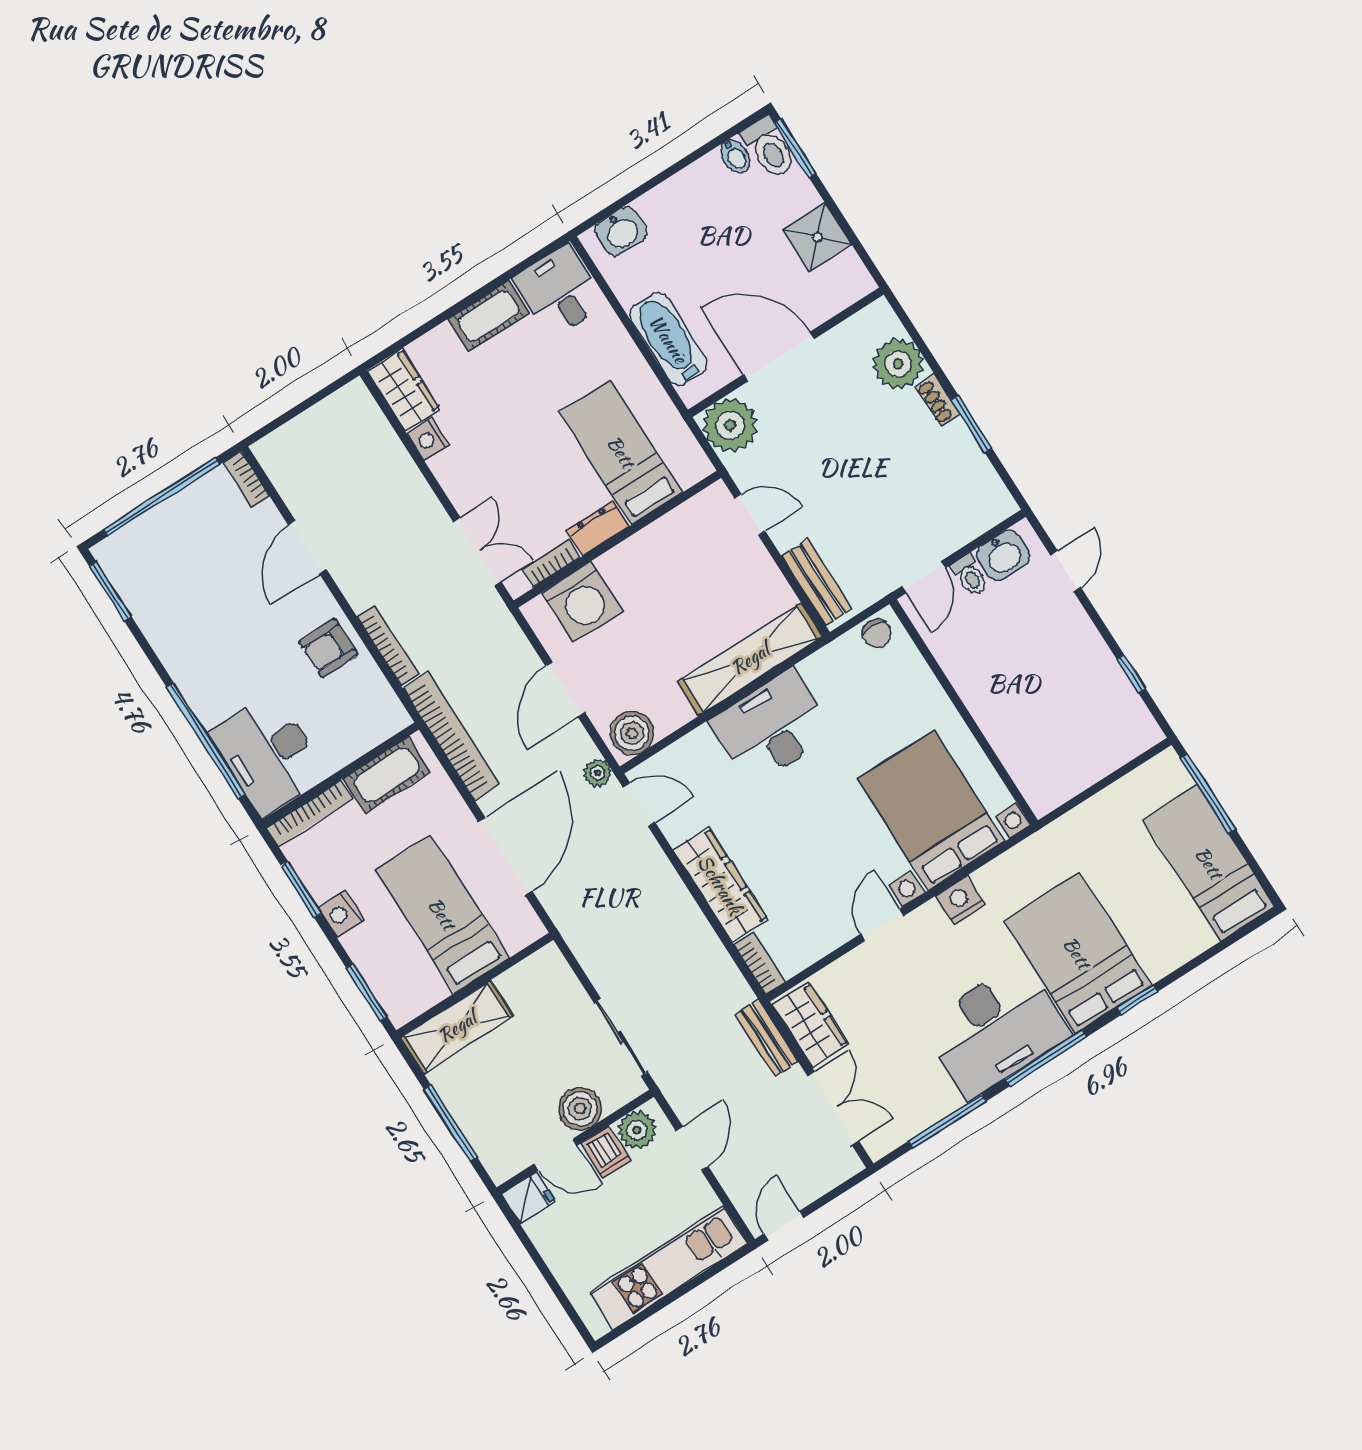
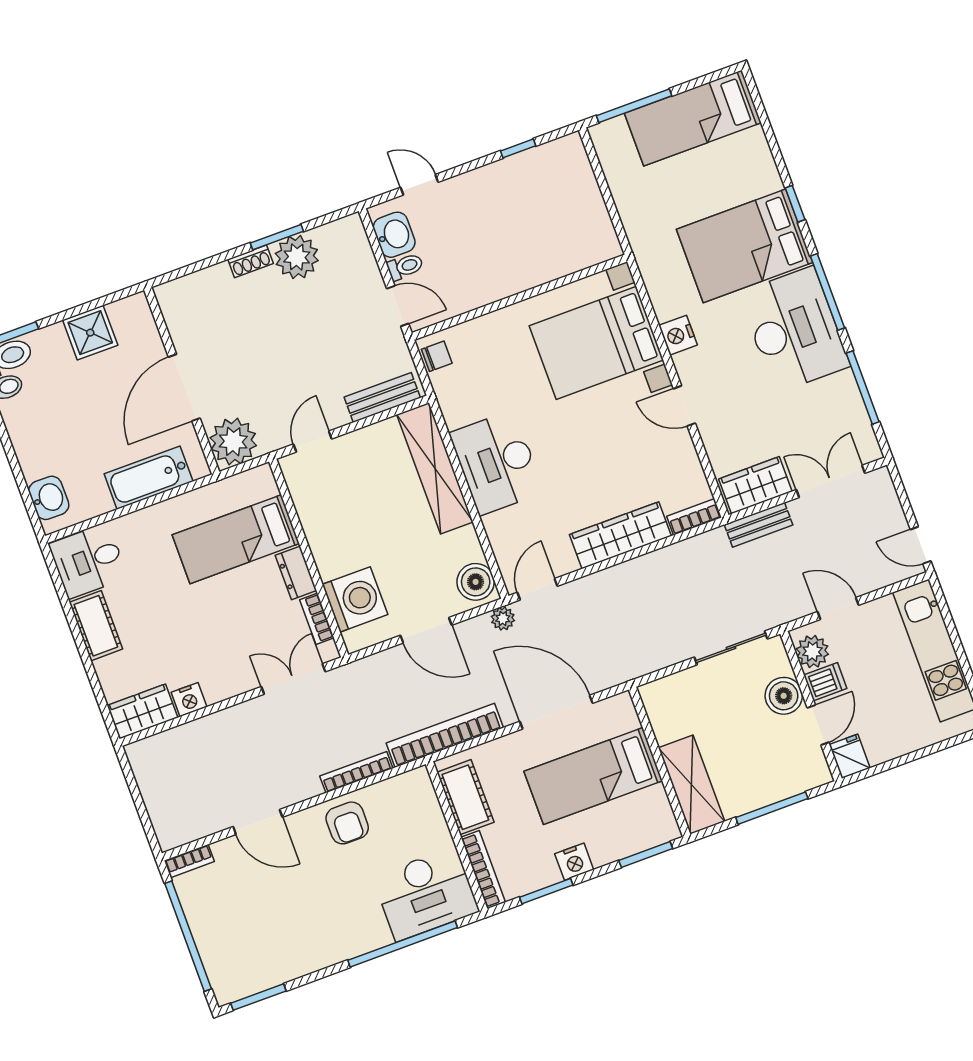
plant: (898, 364) -> (297, 257), moved

